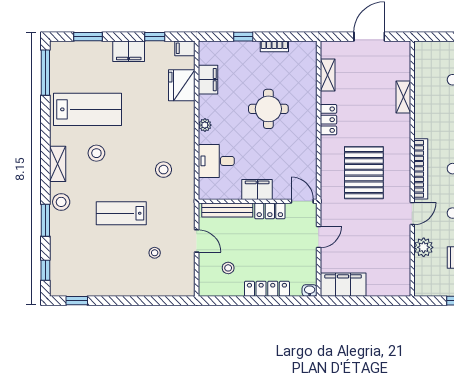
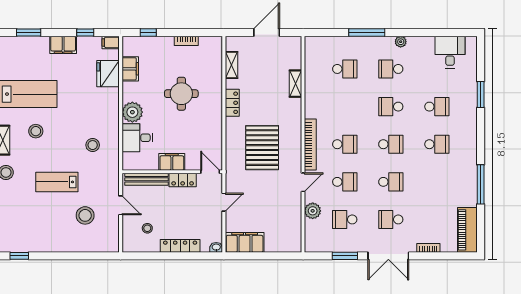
window: (243, 37) -> (148, 32), moved
plant: (205, 125) -> (132, 112), width x1.88, depth x1.88
stool: (155, 253) -> (85, 215), width x1.89, depth x1.89

